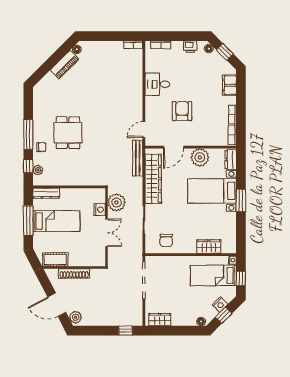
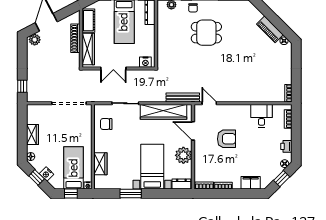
desk: (157, 84) -> (262, 116), moved
window: (241, 200) -> (131, 194), moved
plant: (117, 202) -> (142, 78), removed
nightstand: (100, 210) -> (145, 62), moved
wardrobe: (86, 260) -> (88, 49), added
wardrobe: (160, 320) -> (32, 134), moved

